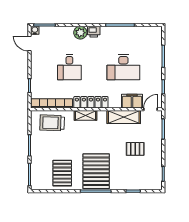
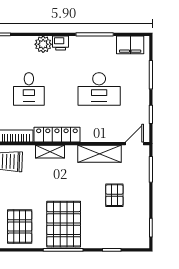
filing cabinet: (132, 101) -> (130, 45), moved, turned 180
pallet: (135, 149) -> (114, 195), turned 90

